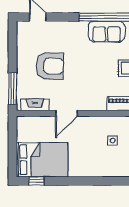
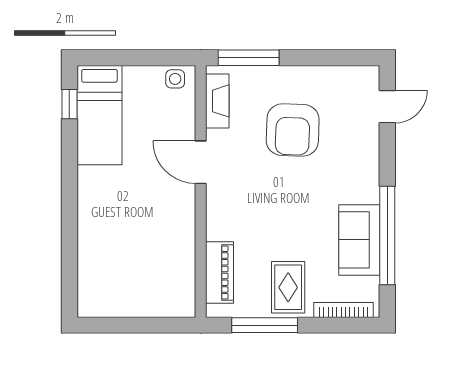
side table: (113, 140) -> (175, 79), moved
bed: (42, 160) -> (99, 115), width x0.67

